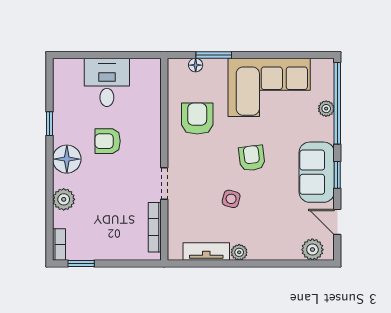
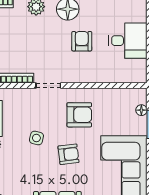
armchair: (197, 119) -> (79, 115), moved

